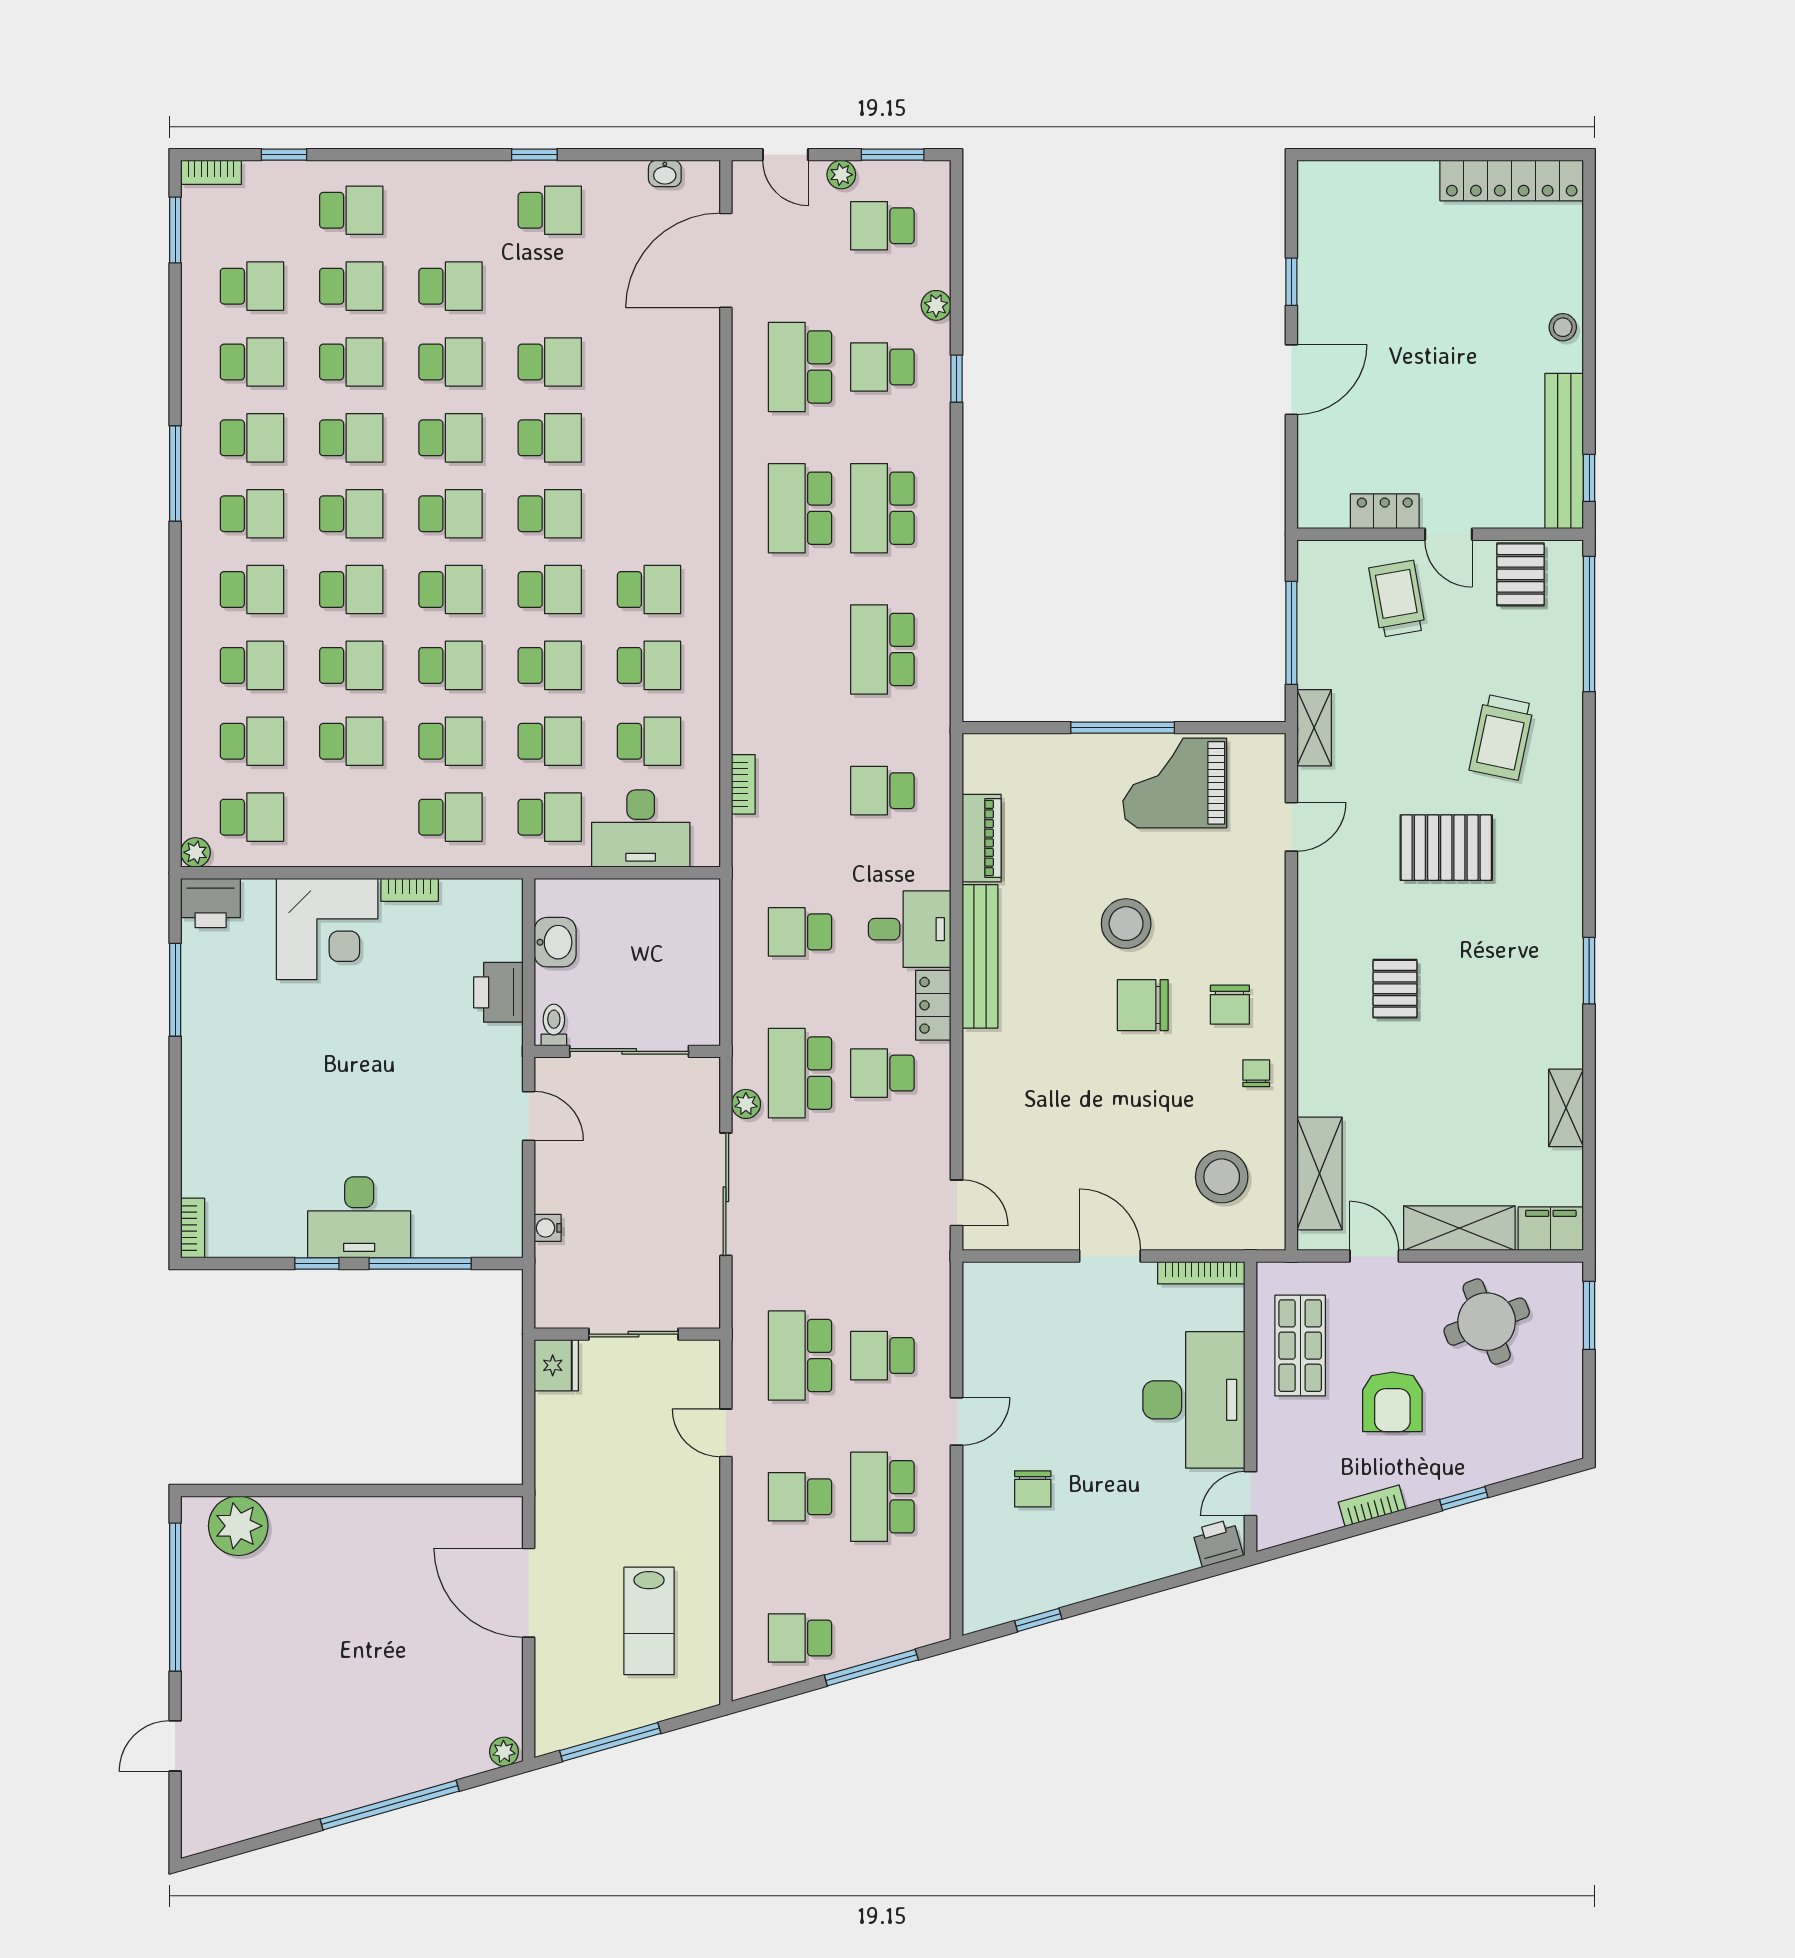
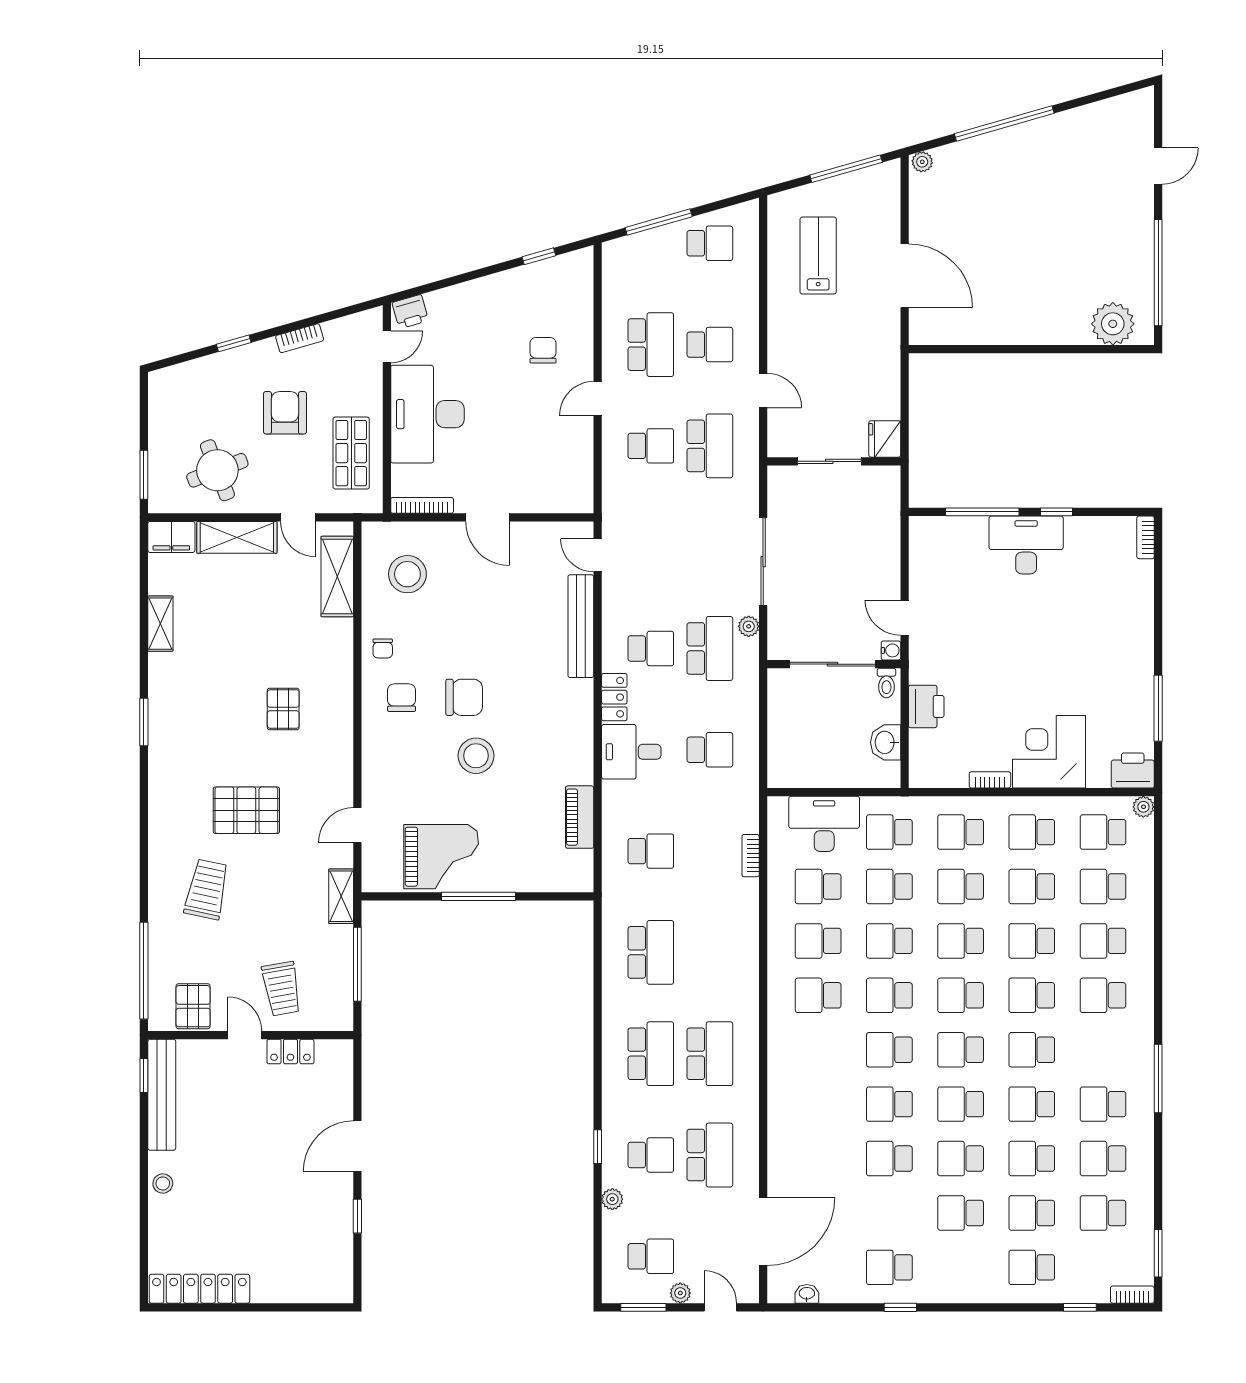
school desk: (252, 514) -> (1032, 832), moved
bench: (980, 956) -> (581, 626), moved
water cooler: (548, 1228) -> (891, 650), moved

